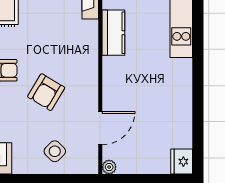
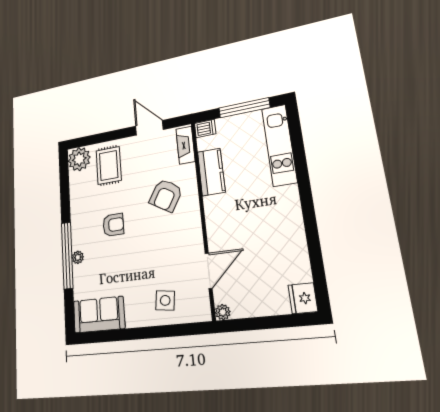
armchair: (46, 92) -> (166, 195), moved
side table: (55, 151) -> (165, 300), turned -38

